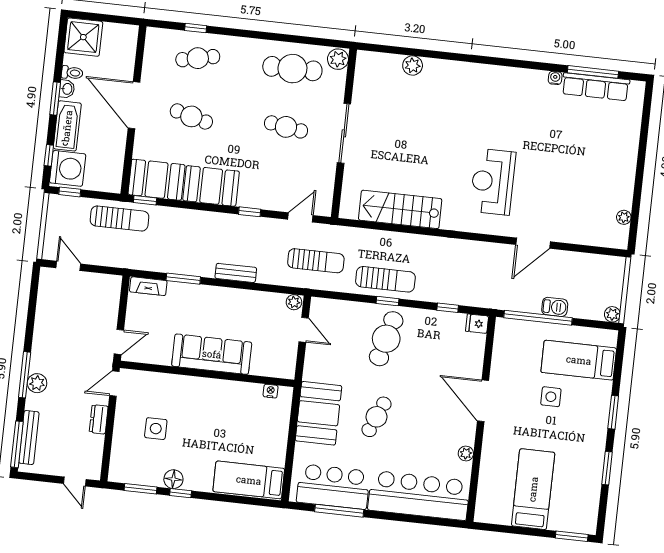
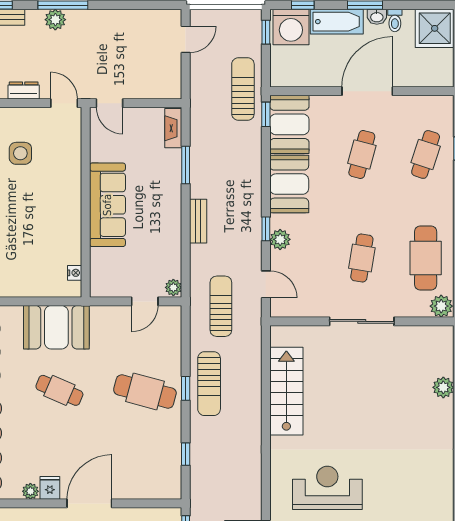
cafe table: (198, 58) -> (426, 154), turned 30
plant: (261, 200) -> (280, 239), added
sun lounger: (119, 219) -> (243, 89), turned 180
sun lounger: (316, 261) -> (221, 306), turned 180
fridge: (477, 324) -> (50, 488), moved

